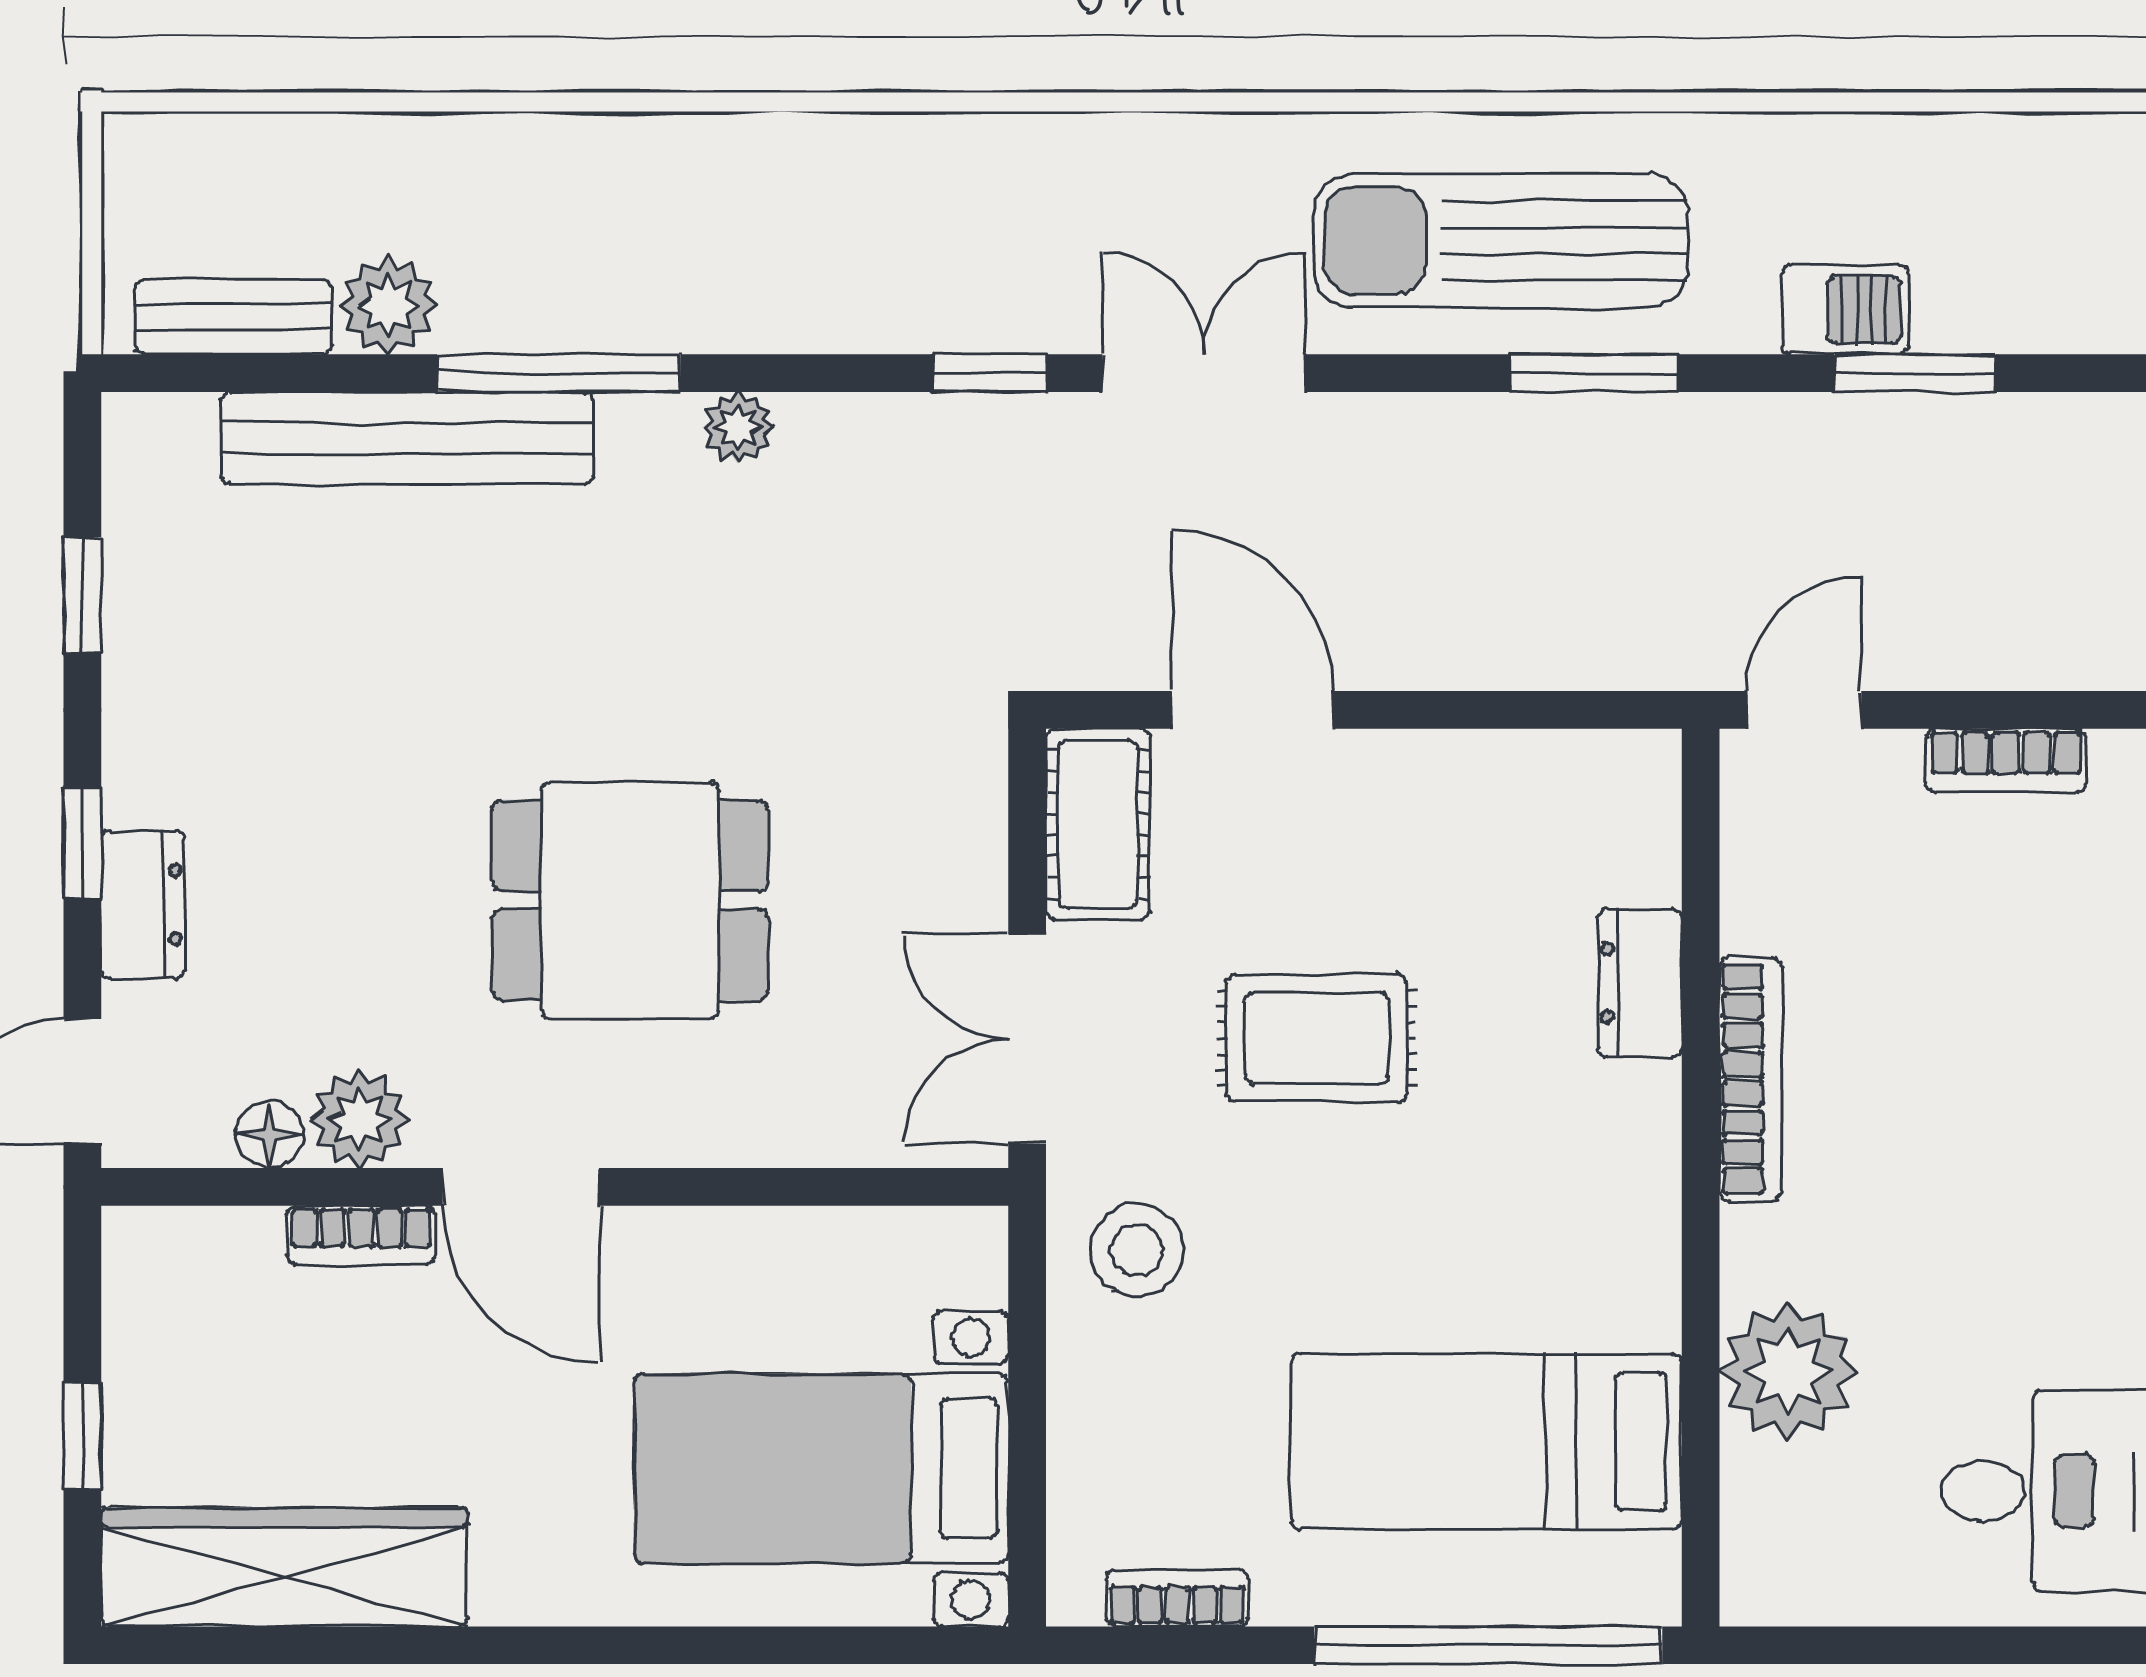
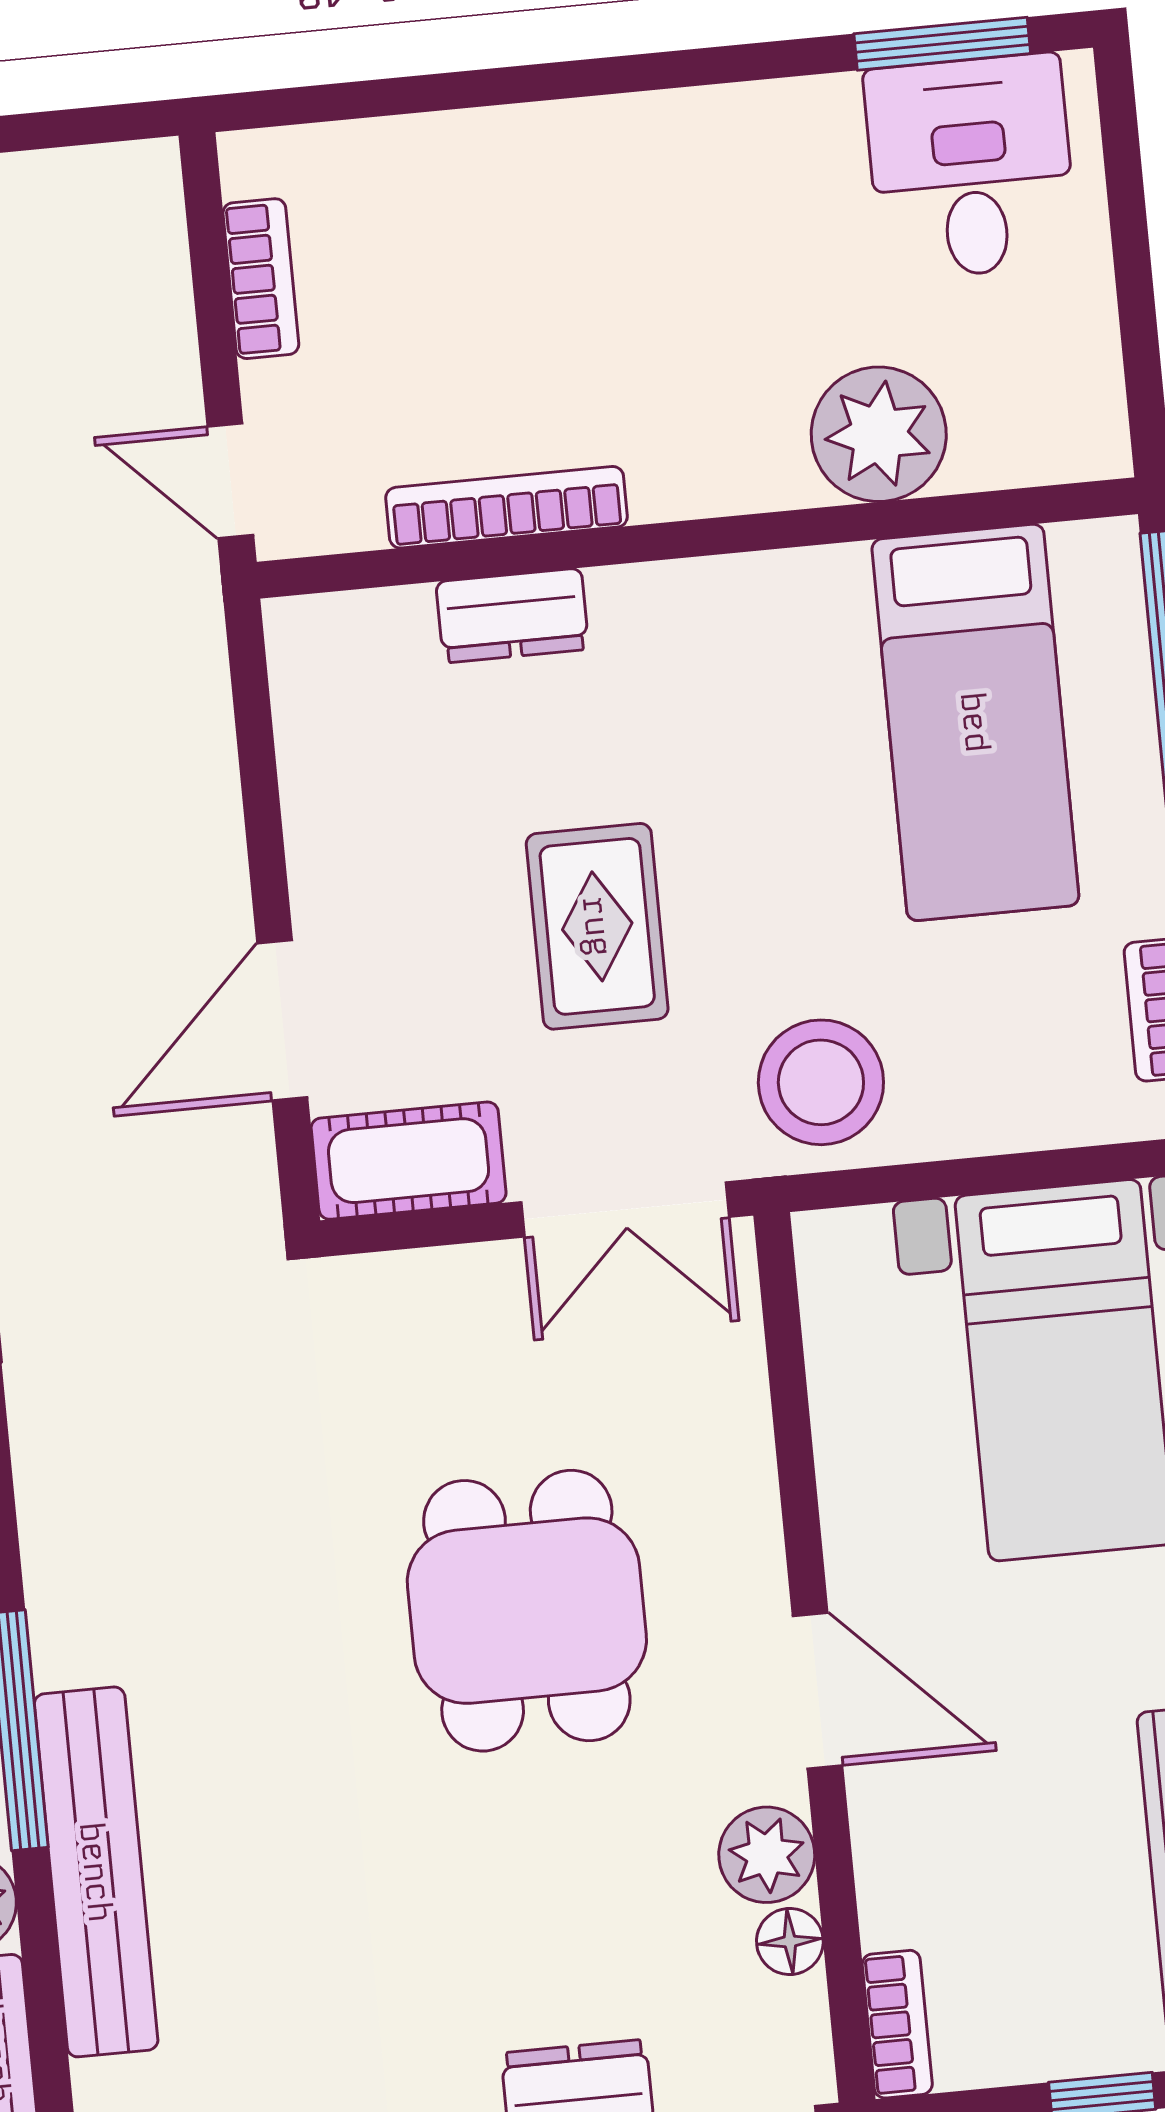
plant: (738, 428) -> (55, 1550), removed
bookcase: (1750, 1079) -> (507, 507), moved
door: (521, 1187) -> (818, 1691), hinge flipped
bookcase: (361, 1235) -> (897, 2024), moved
stool: (1137, 1250) -> (821, 1082), width x1.38, depth x1.38

